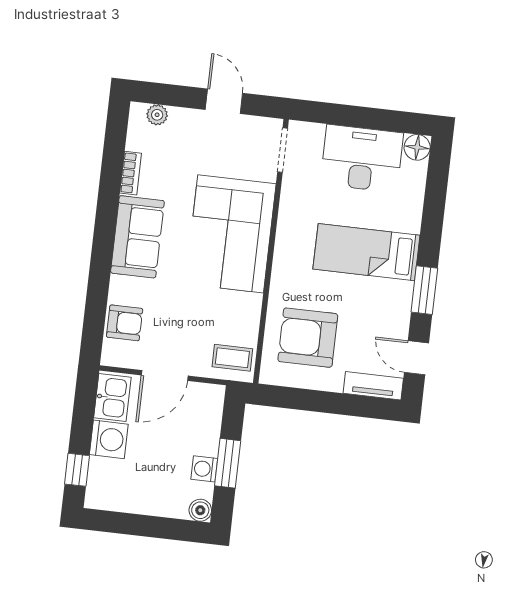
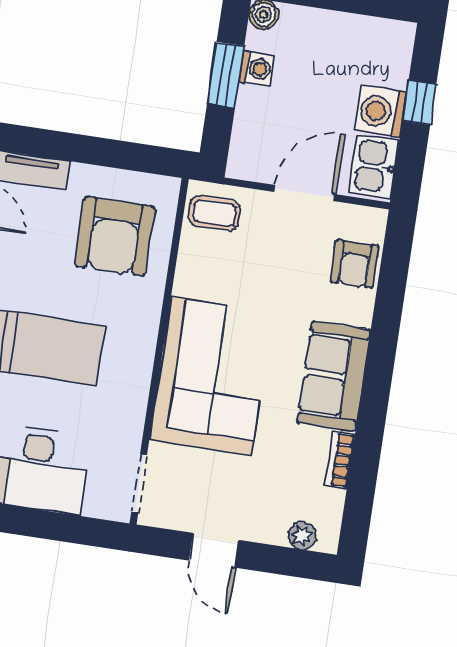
armchair: (125, 323) -> (355, 264), turned -90
armchair: (308, 338) -> (115, 236), turned 90
window: (77, 470) -> (419, 103), moved

